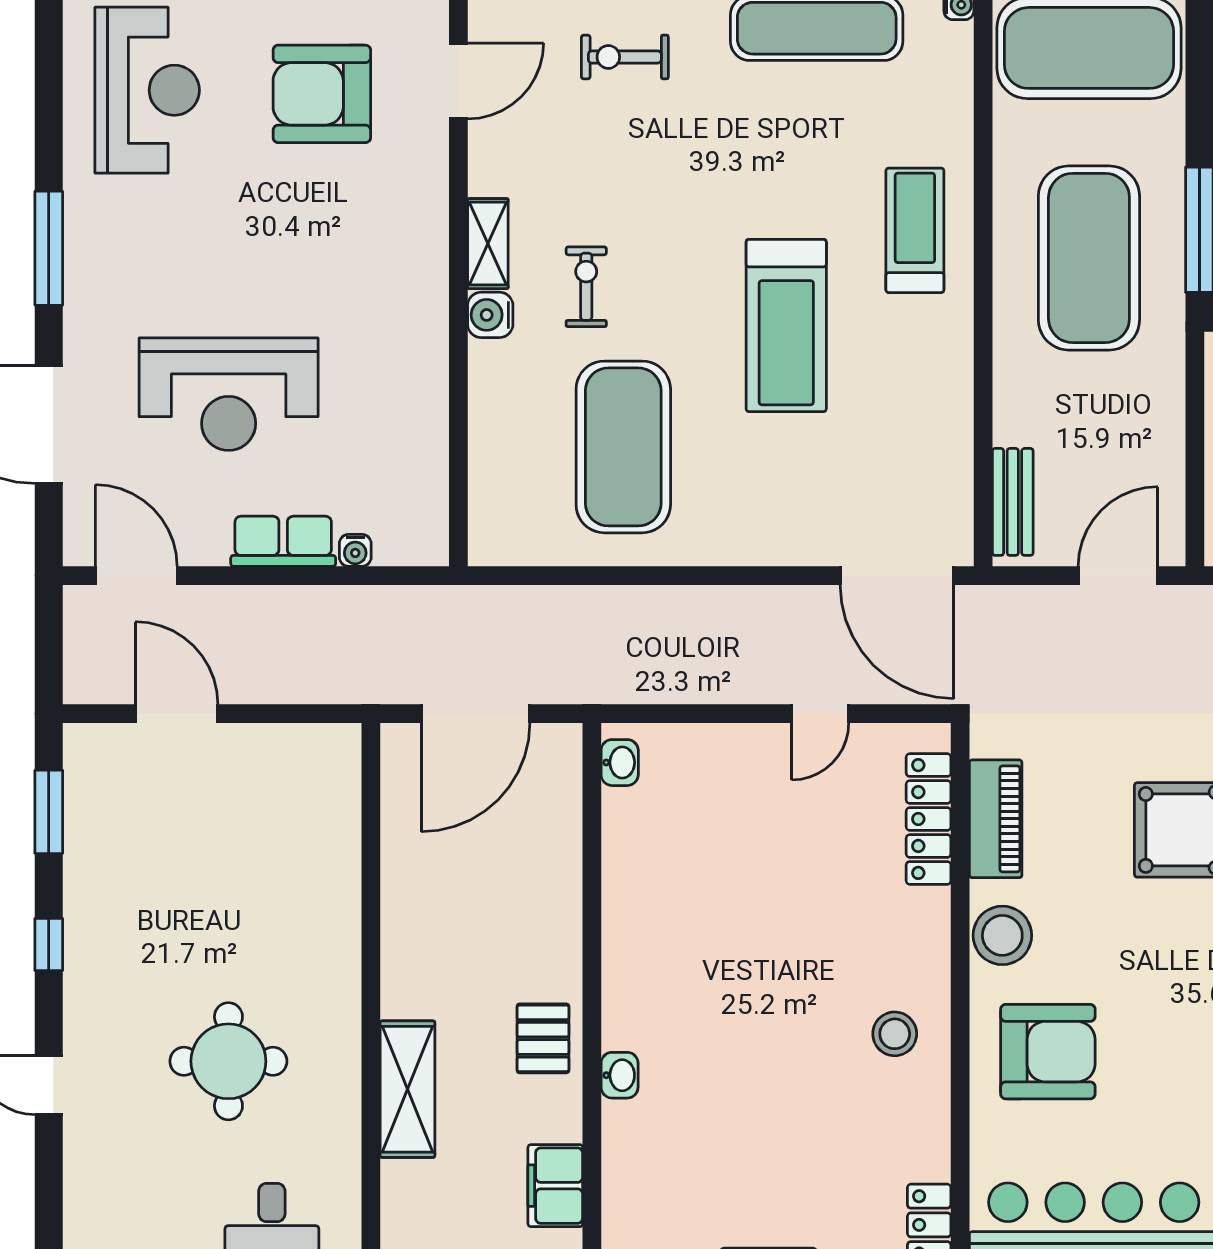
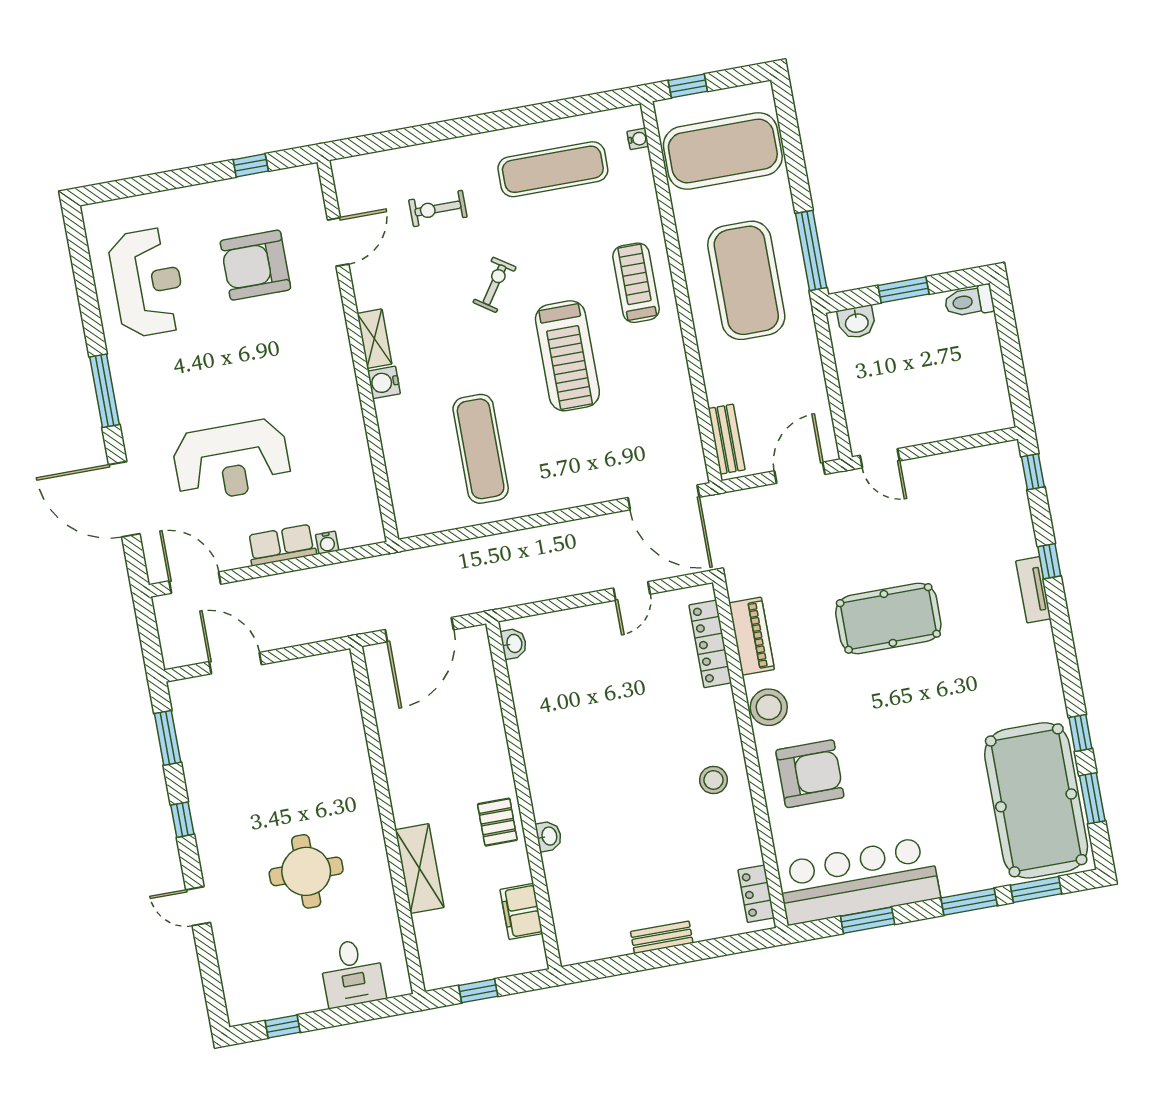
exercise bike: (586, 287) -> (495, 285), moved, turned 34
exercise mat: (623, 447) -> (481, 449), width x0.68

